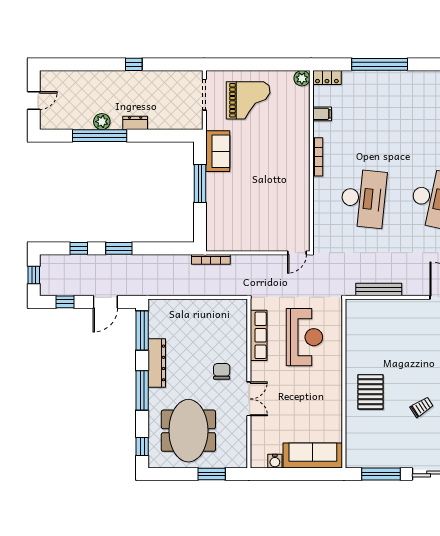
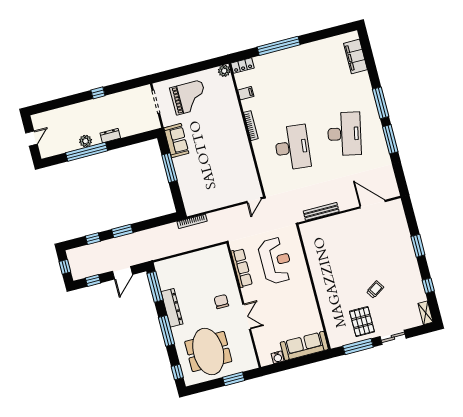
pallet: (370, 392) -> (362, 322), moved

